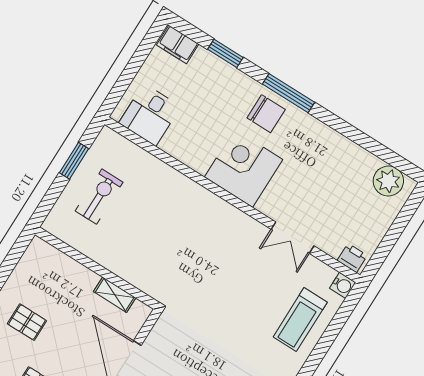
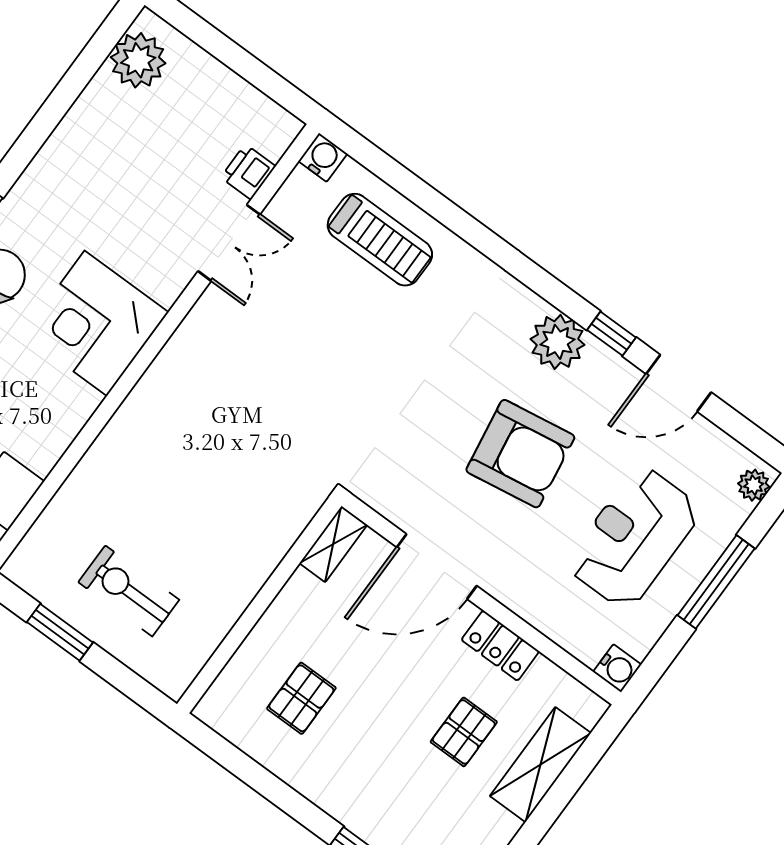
printer: (352, 258) -> (248, 172), moved
shelving: (115, 295) -> (333, 544), moved
pallet: (27, 322) -> (301, 698), moved

